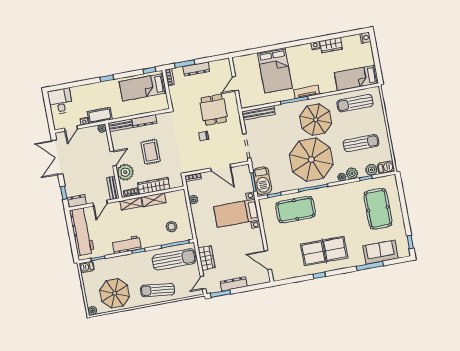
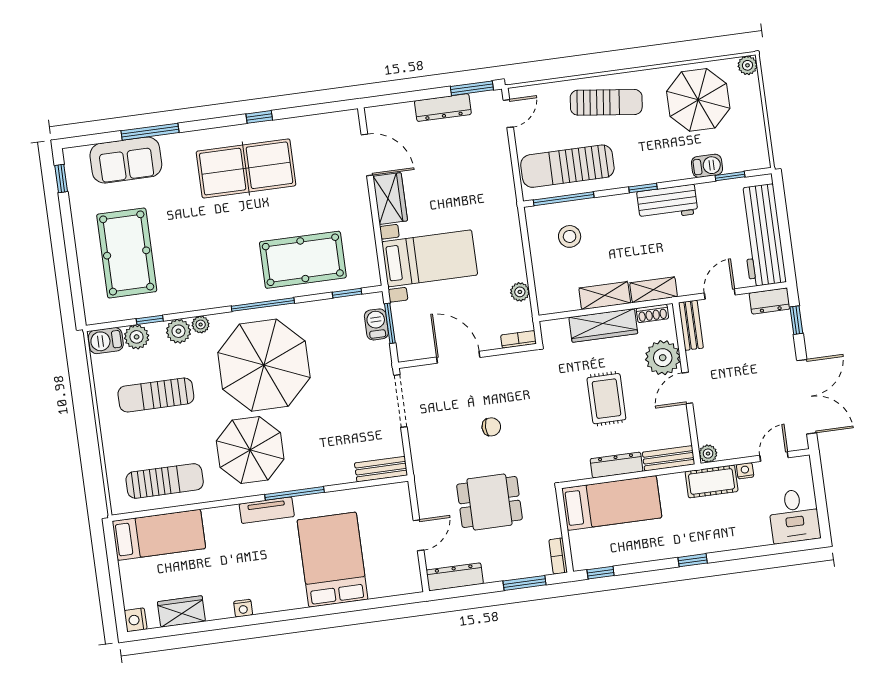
wardrobe: (331, 45) -> (181, 612), moved
dresser: (196, 69) -> (455, 577), moved
bed: (143, 87) -> (612, 503), moved
dining table: (214, 110) -> (489, 502), moved, turned 90
bench: (259, 113) -> (381, 469), width x0.73
barbecue: (262, 181) -> (376, 324), width x0.53, depth x0.65
wardrobe: (207, 258) -> (390, 199), moved, turned 180
barbecue: (87, 267) -> (707, 166), moved

